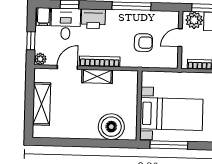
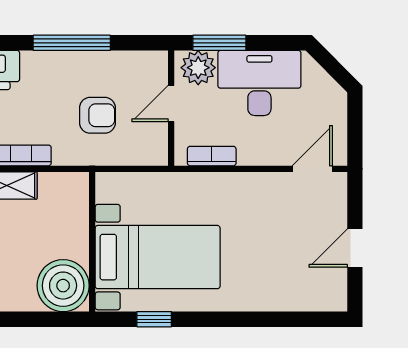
boiler: (111, 127) -> (63, 286), moved
window: (169, 145) -> (154, 319), width x0.46

